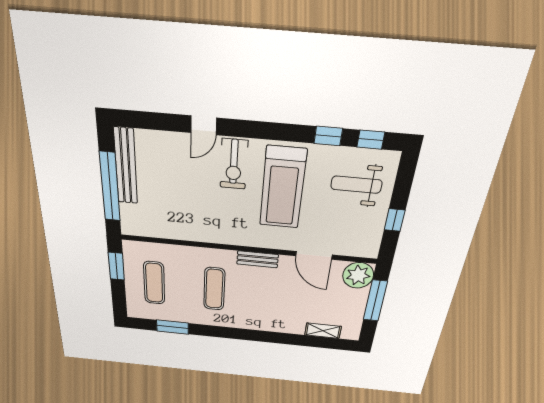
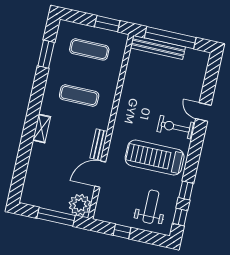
bench: (126, 166) -> (158, 47), moved
bench: (258, 259) -> (99, 145), moved
shelving: (323, 331) -> (42, 128), moved

